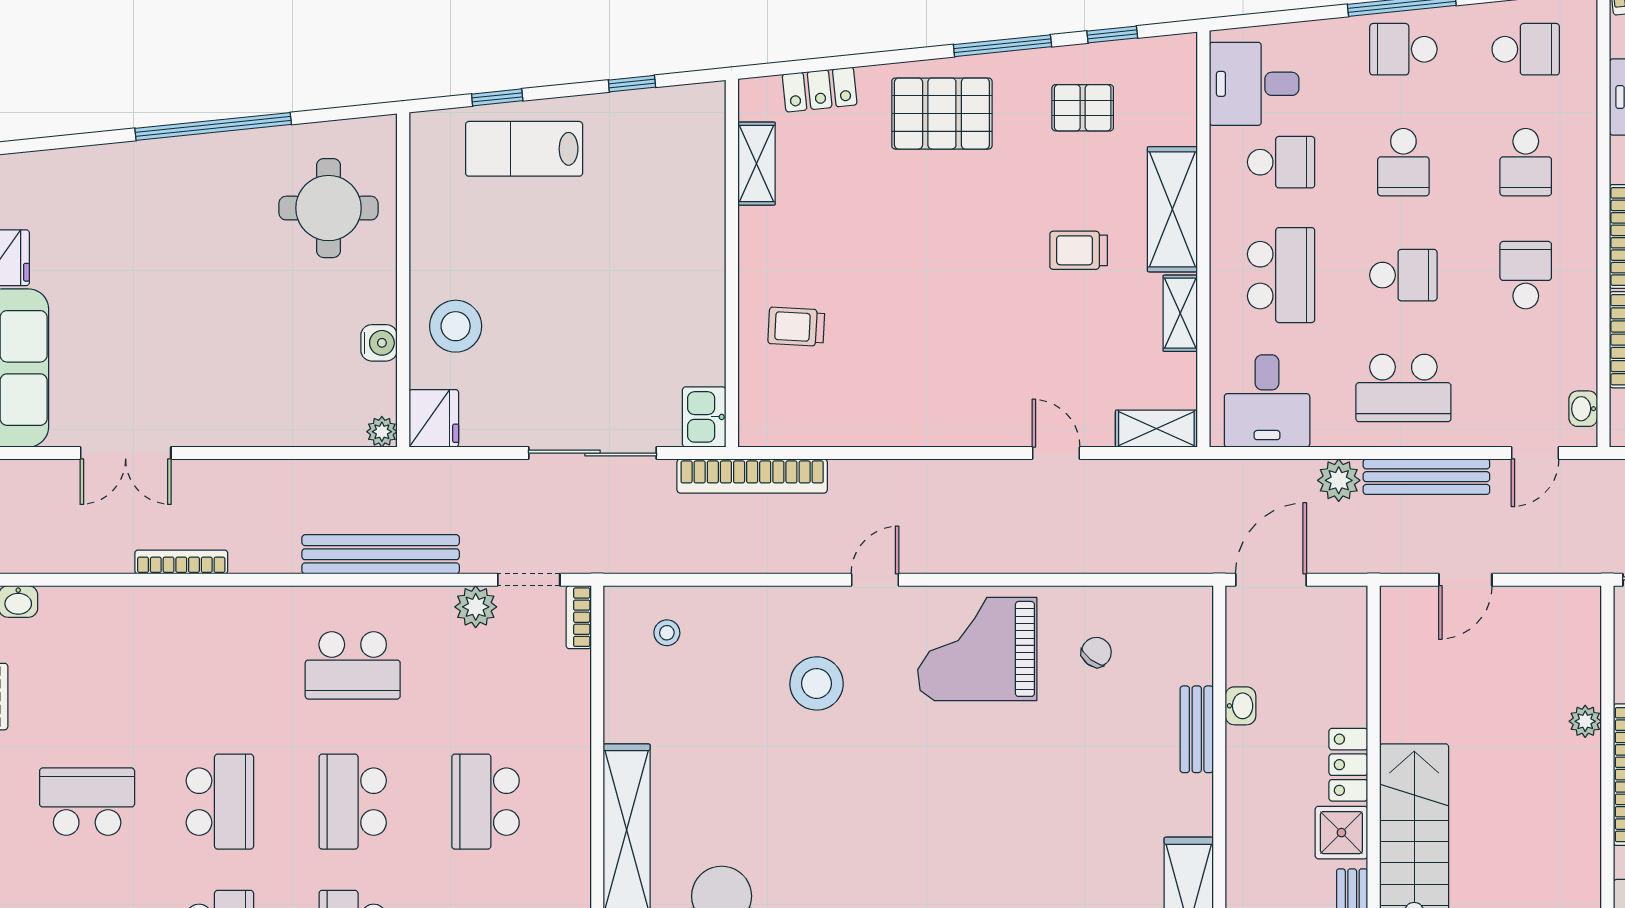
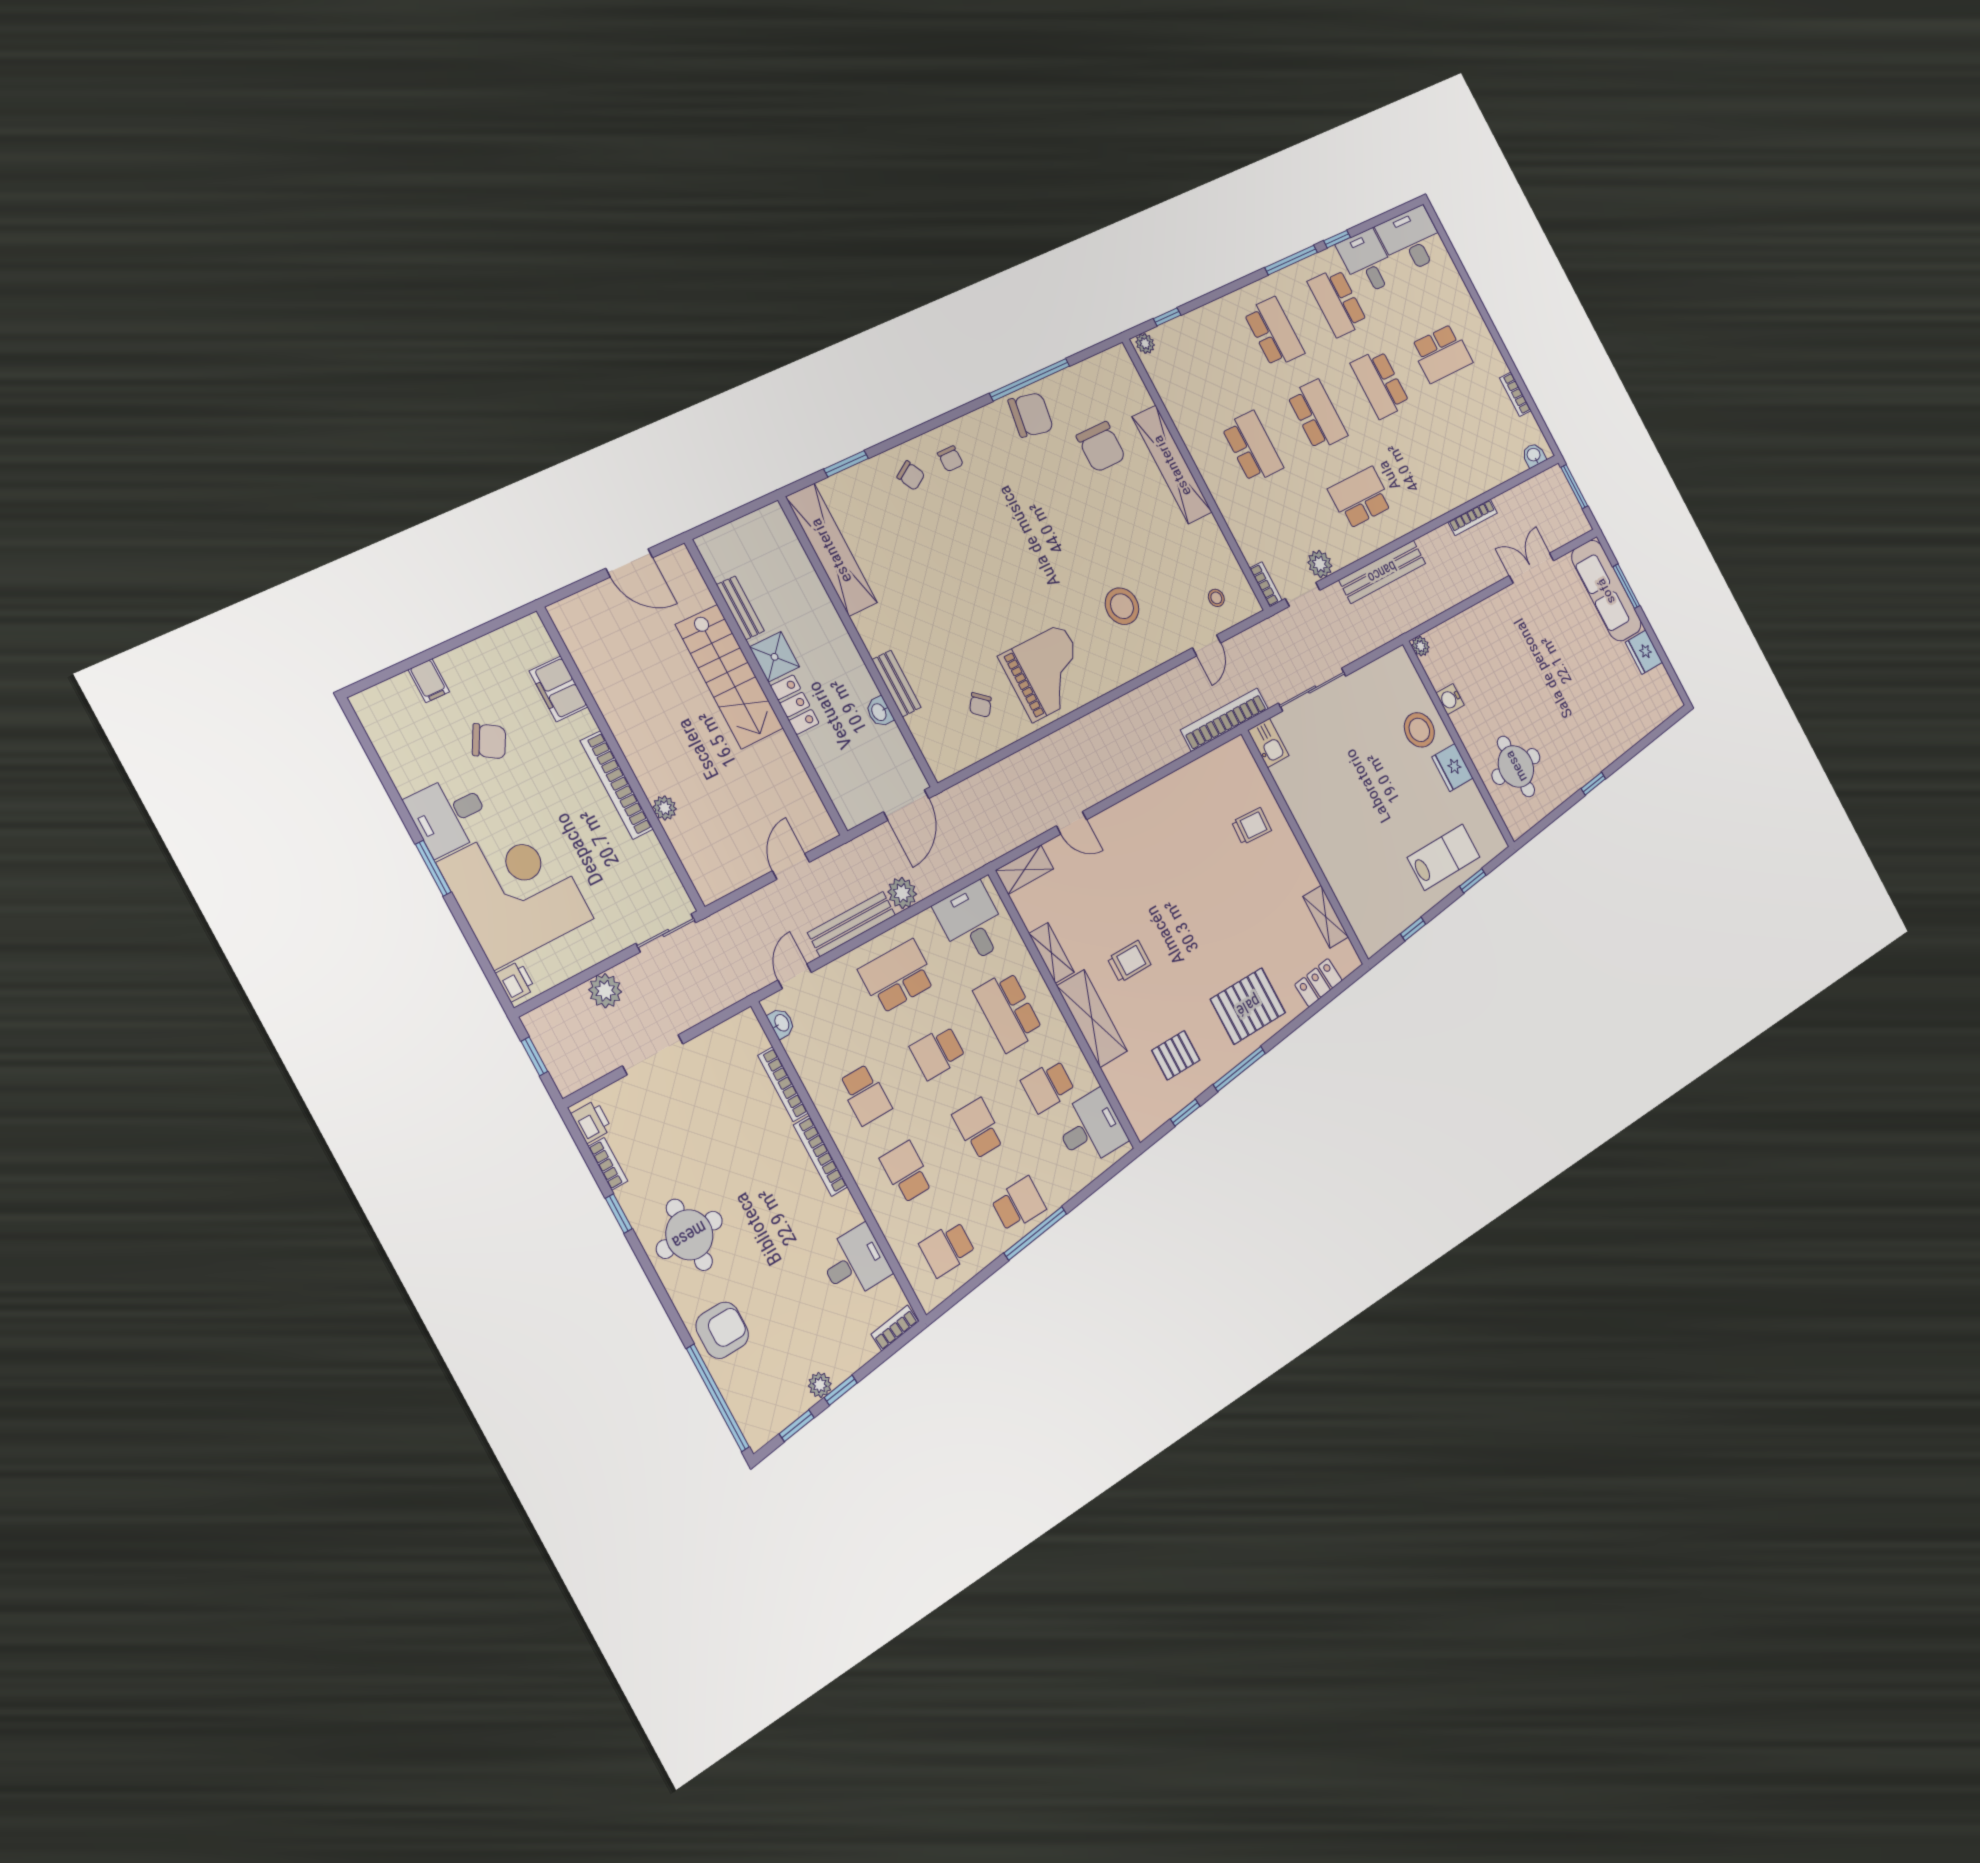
window: (213, 126) -> (1593, 784), width x0.32
fridge: (434, 418) -> (1452, 767), moved
door: (875, 580) -> (1207, 645), moved

